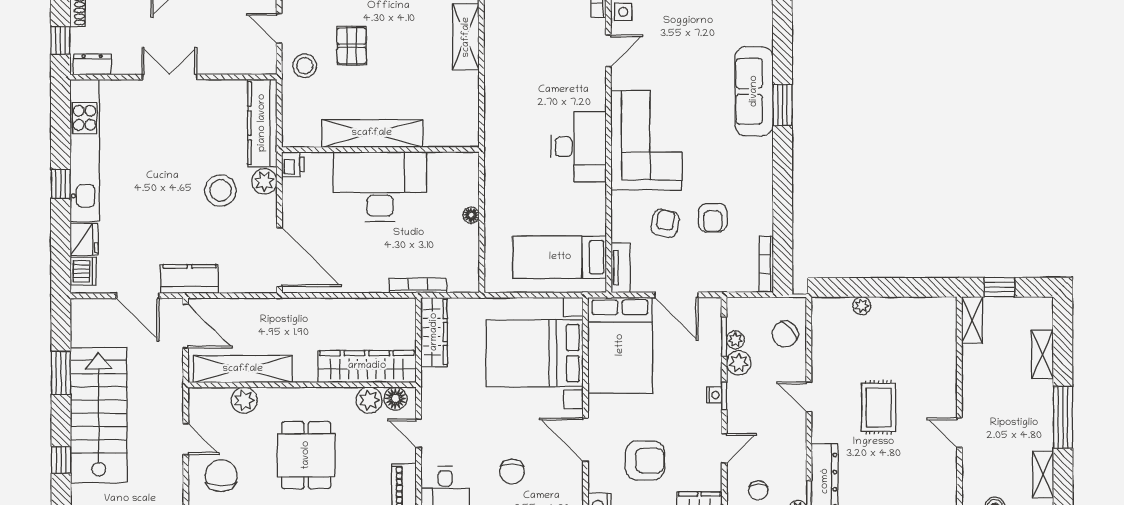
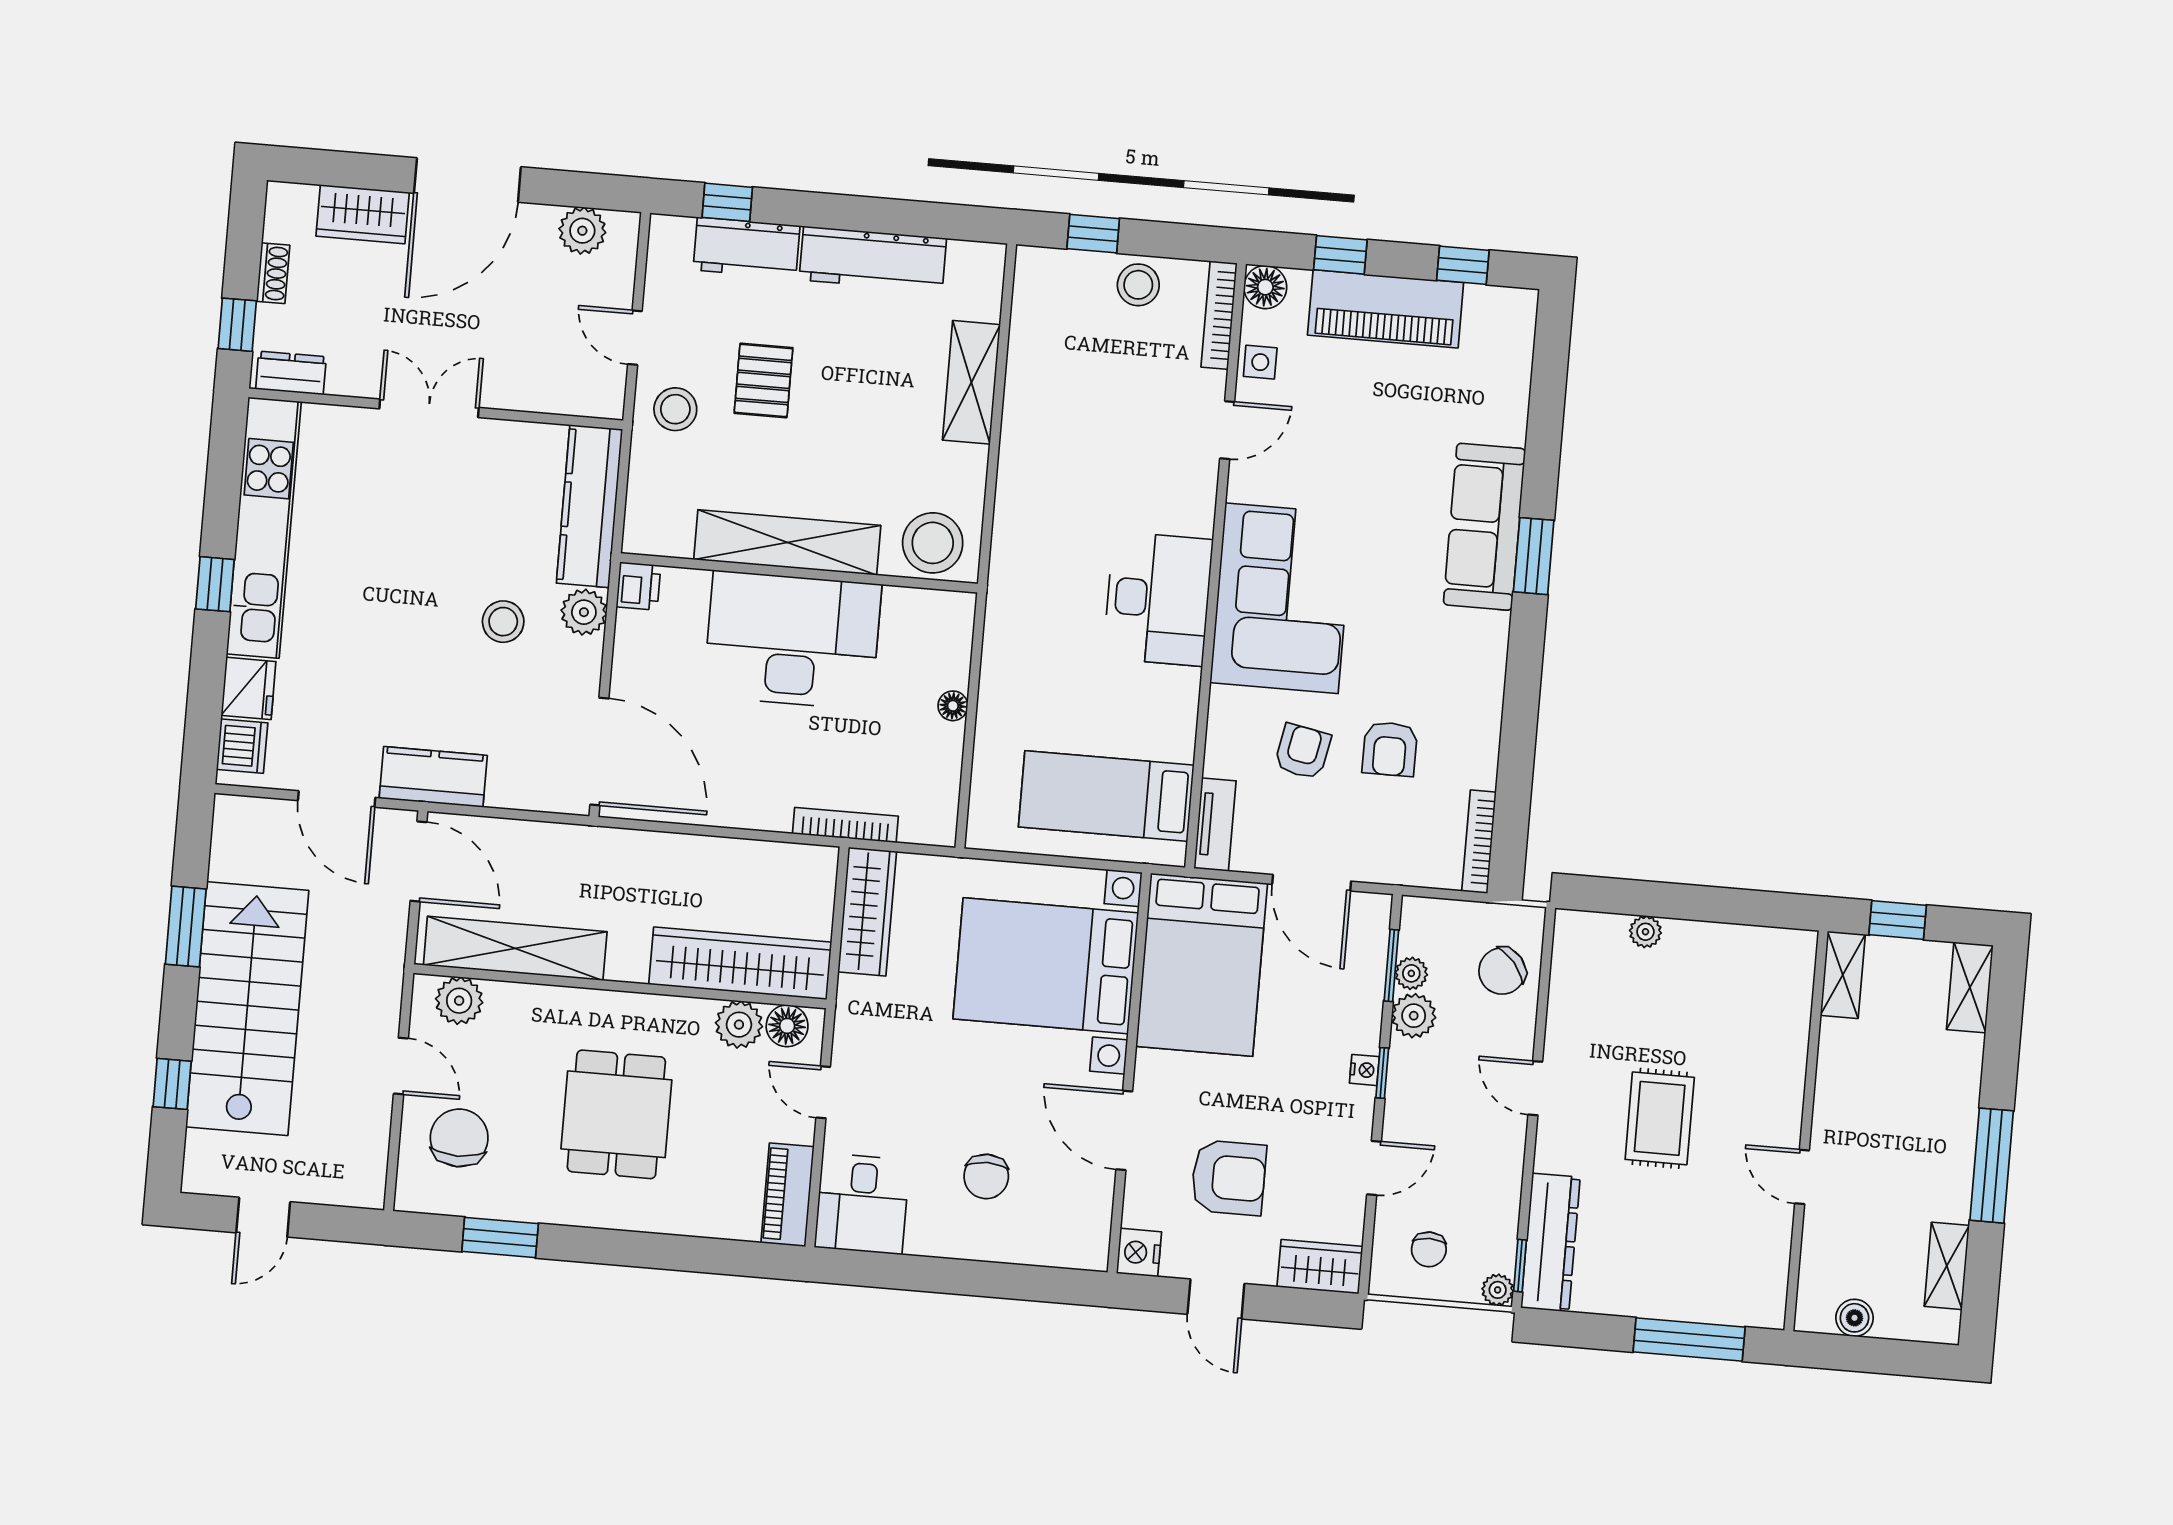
stool: (452, 127) -> (933, 543), added
stool: (220, 190) -> (503, 622), width x0.73, depth x0.73
shelving: (1042, 354) -> (1970, 987), moved
plant: (244, 400) -> (459, 1001), moved

